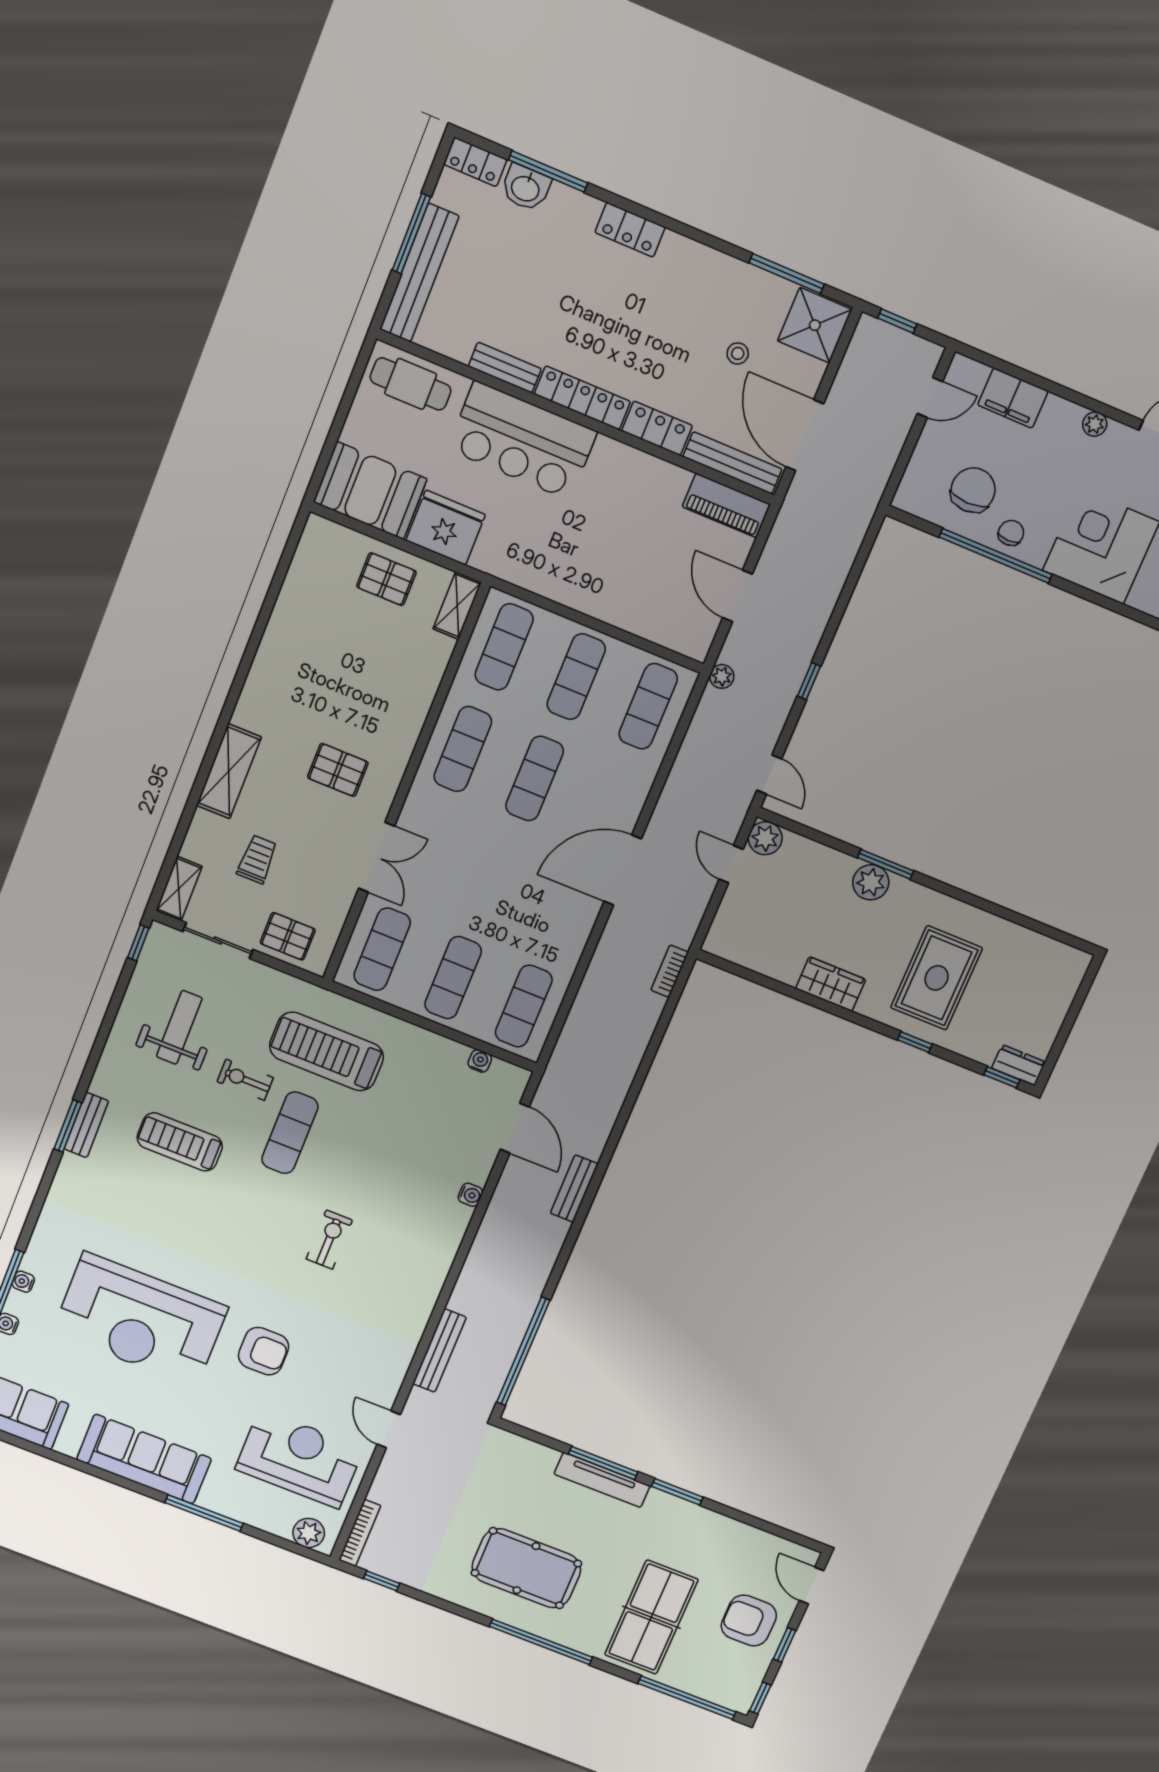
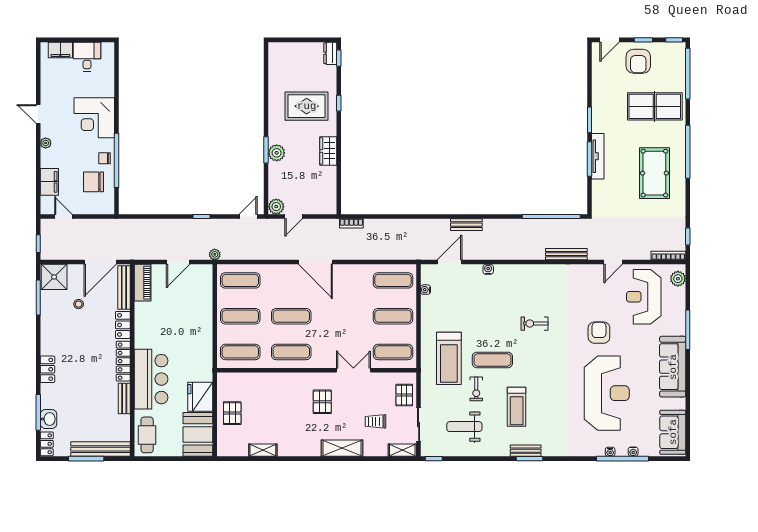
shelving: (457, 606) -> (263, 450), moved

